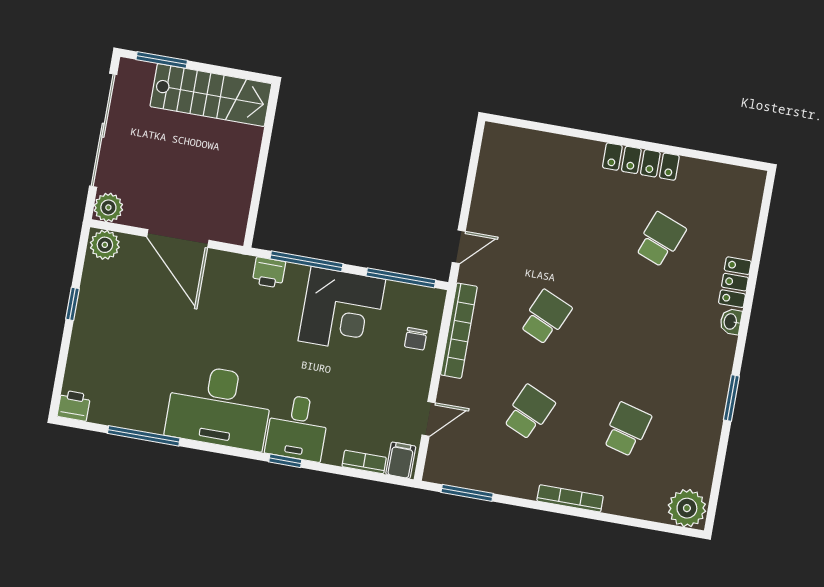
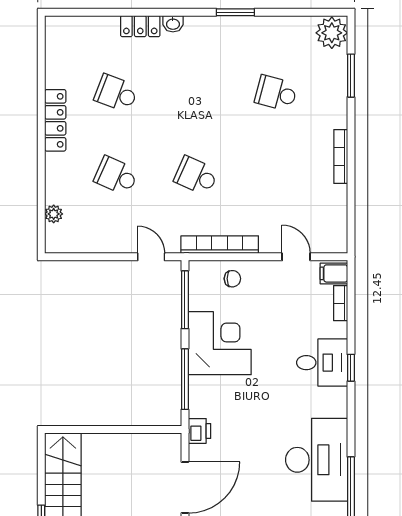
plant: (530, 140) -> (54, 214), added
printer: (269, 273) -> (200, 431), moved
desk: (219, 407) -> (317, 460), moved
school desk: (529, 412) -> (116, 176), moved
window: (467, 493) -> (351, 76), moved
bookcase: (570, 498) -> (341, 157), moved

